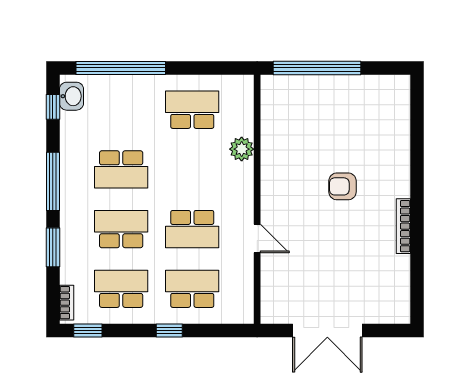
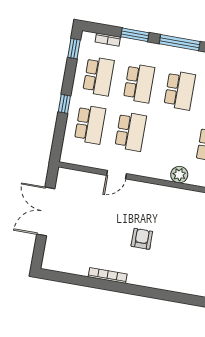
school desk: (121, 169) -> (180, 90), turned 180
school desk: (192, 229) -> (131, 132), turned 180
bookcase: (67, 303) -> (108, 40), moved

